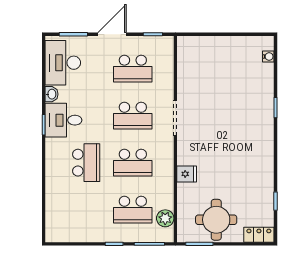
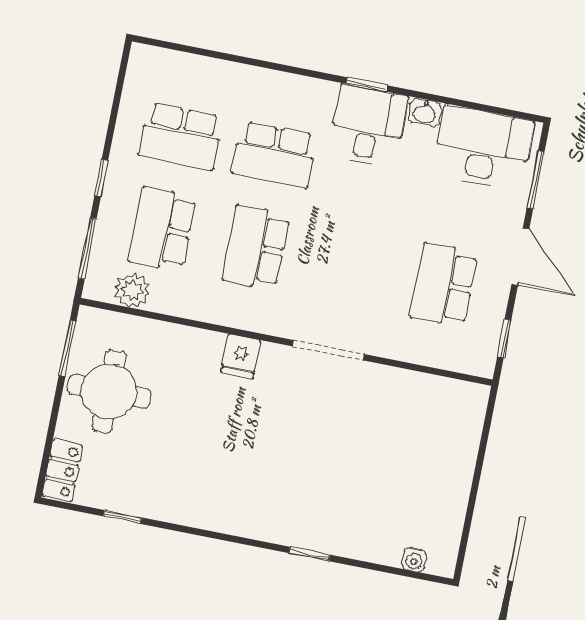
school desk: (133, 116) -> (181, 136), moved, turned -90
fridge: (187, 174) -> (241, 356), moved

